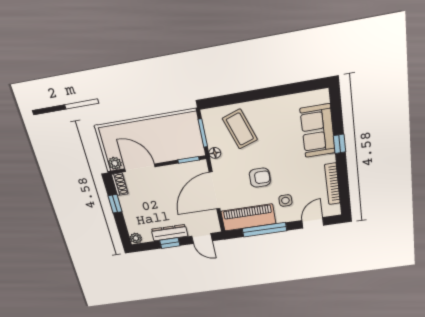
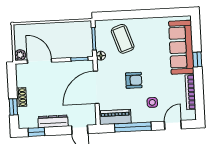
sofa: (318, 131) -> (181, 47), width x1.36
shoe rack: (120, 184) -> (21, 97), moved
window: (115, 204) -> (13, 107), moved
piano: (248, 217) -> (115, 117), width x0.73, depth x0.75
plant: (136, 238) -> (23, 123), removed
window: (170, 243) -> (36, 132), moved

